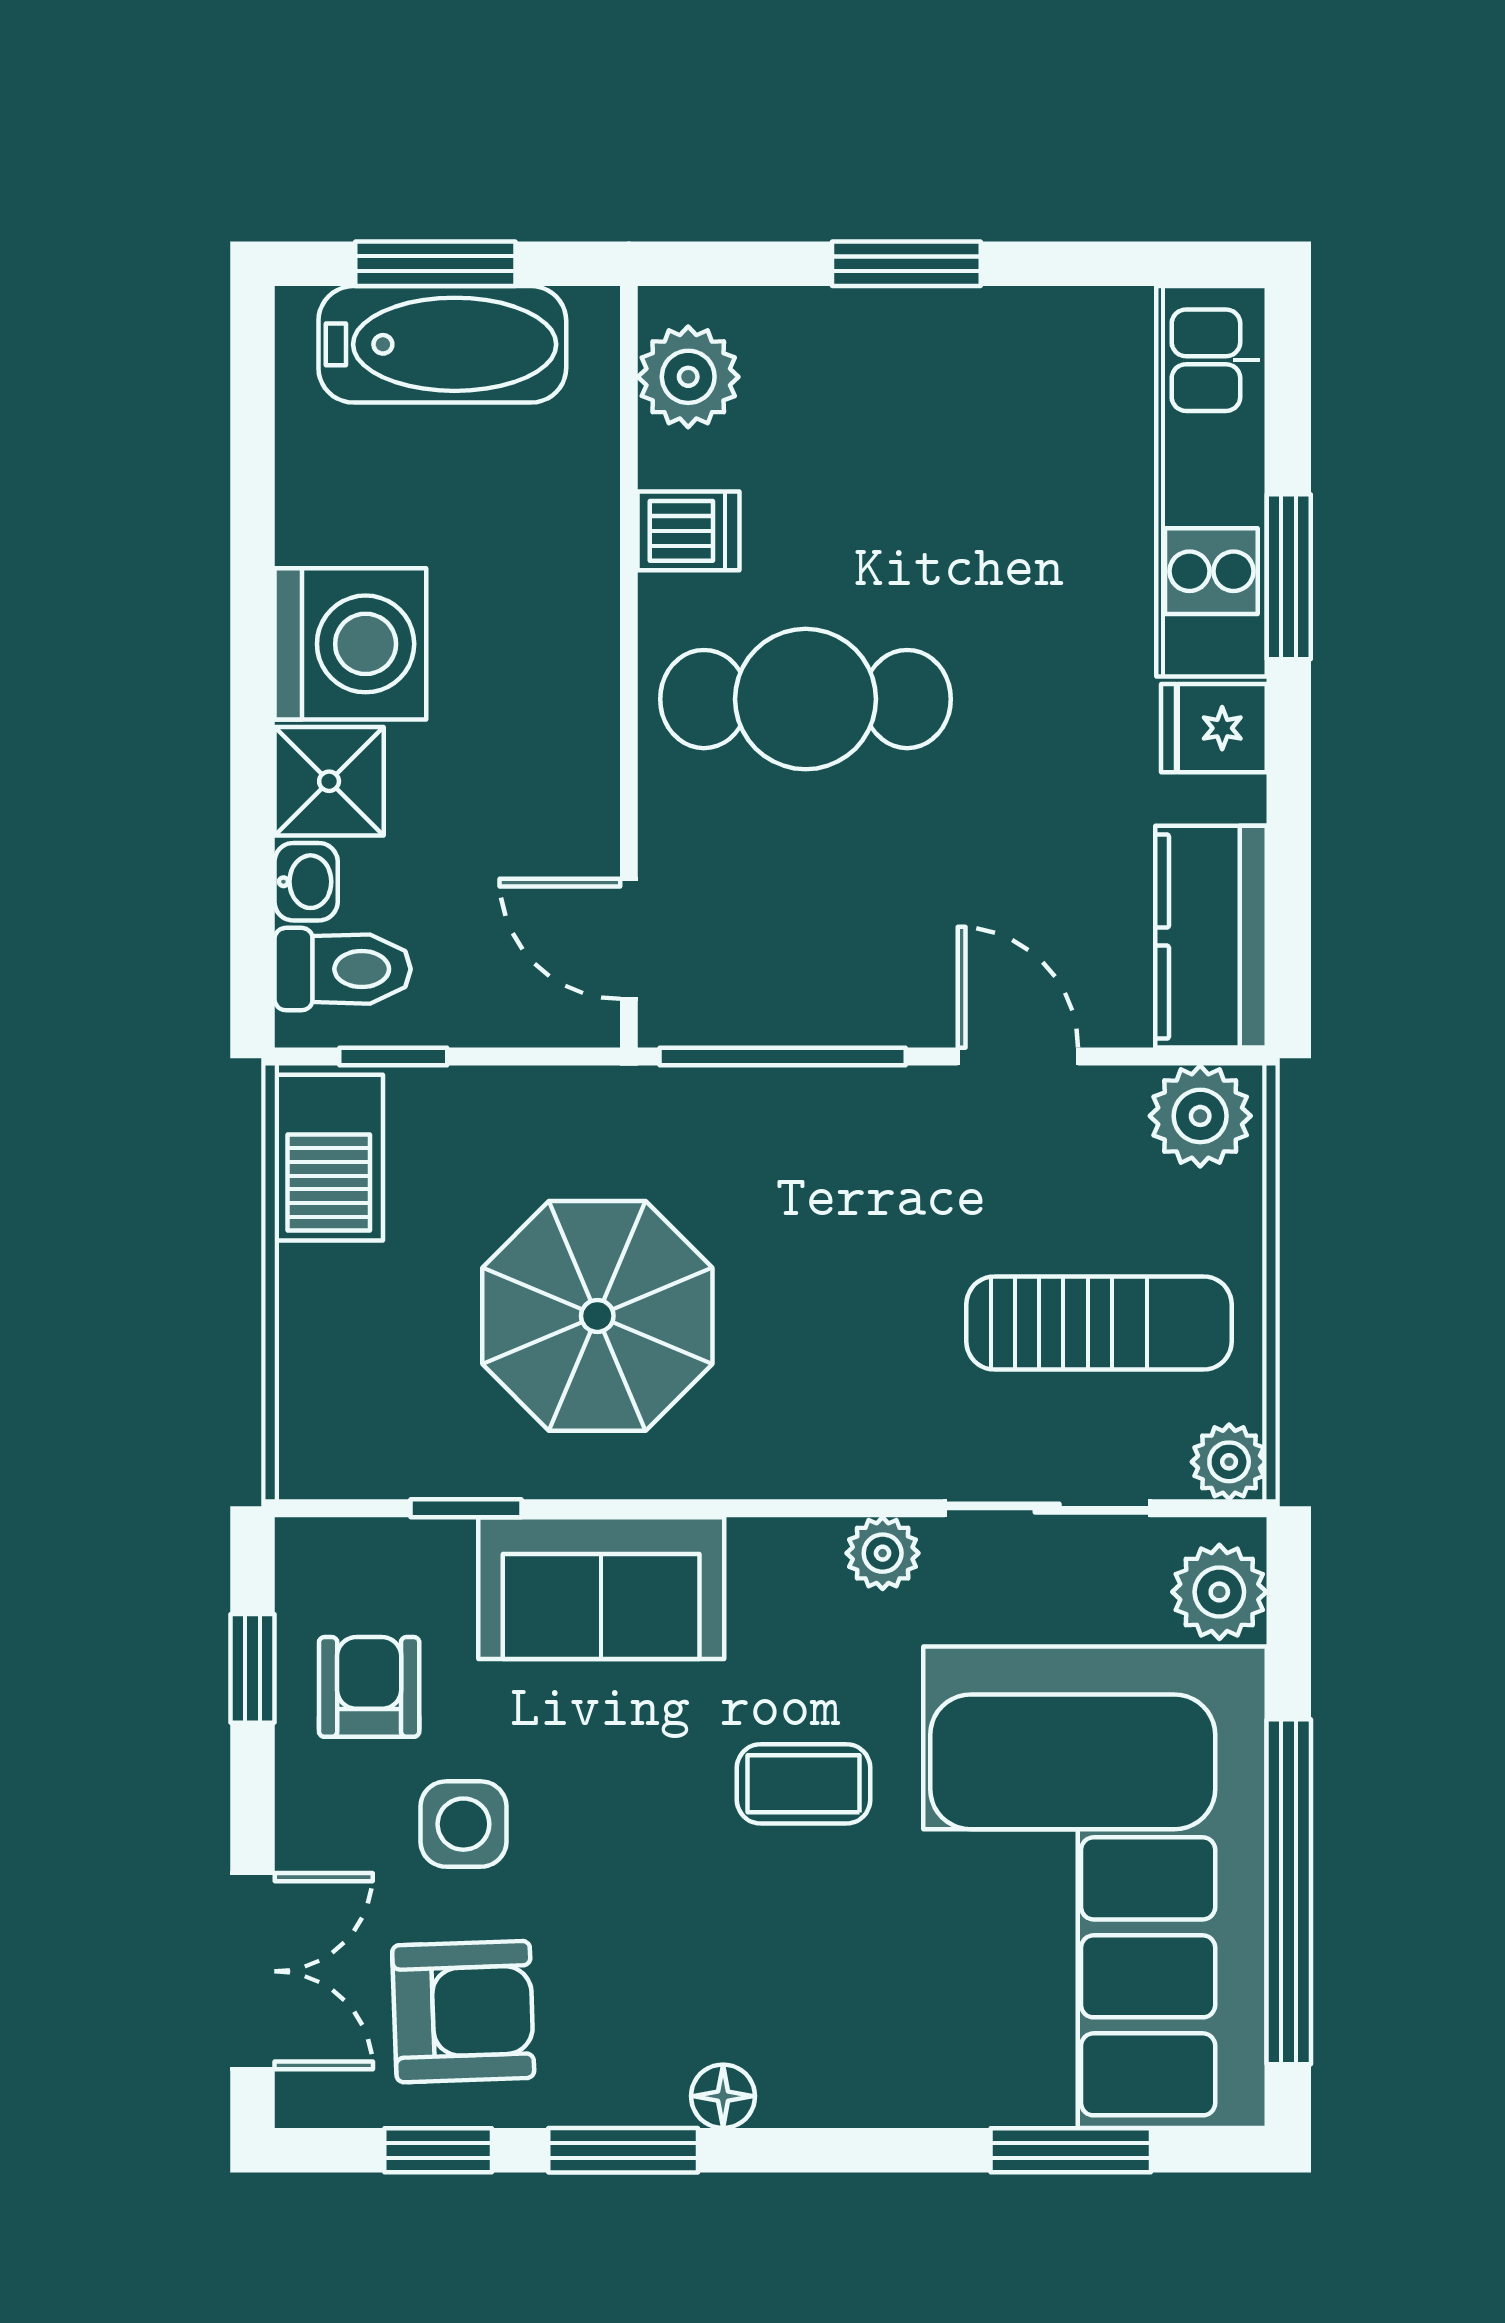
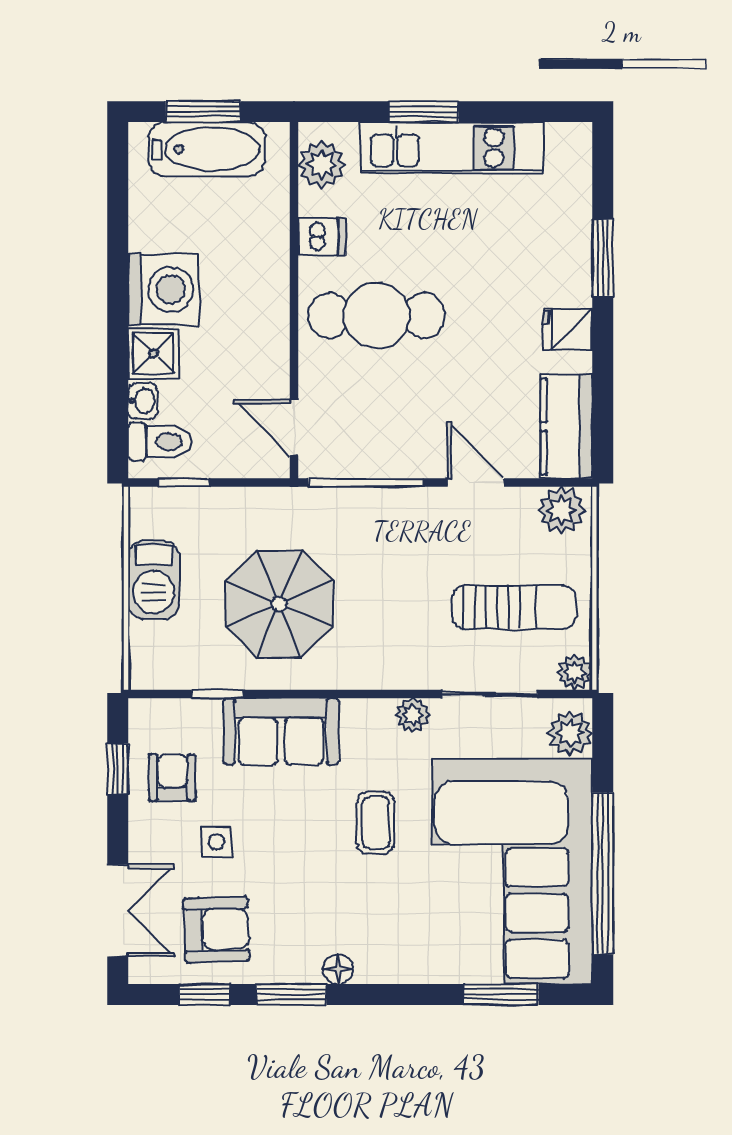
kitchen unit: (1211, 481) -> (452, 148), moved, turned -90
barbecue: (329, 1158) -> (153, 580), moved
coffee table: (804, 1784) -> (376, 823), turned 90
side table: (463, 1824) -> (217, 842), width x0.73, depth x0.73

